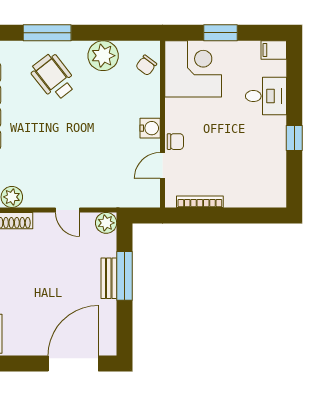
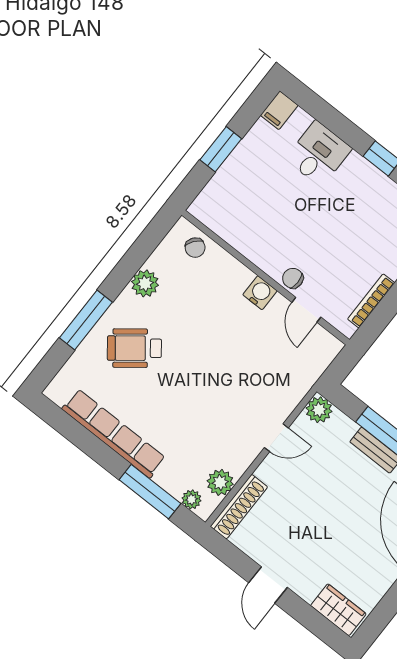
plant: (103, 56) -> (145, 283), width x0.73, depth x0.73
corner desk: (193, 69) -> (235, 204), removed
chair: (175, 142) -> (293, 278), turned -90

